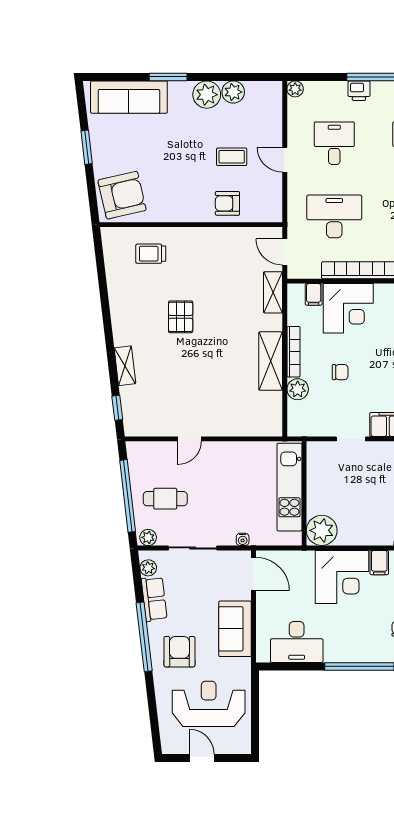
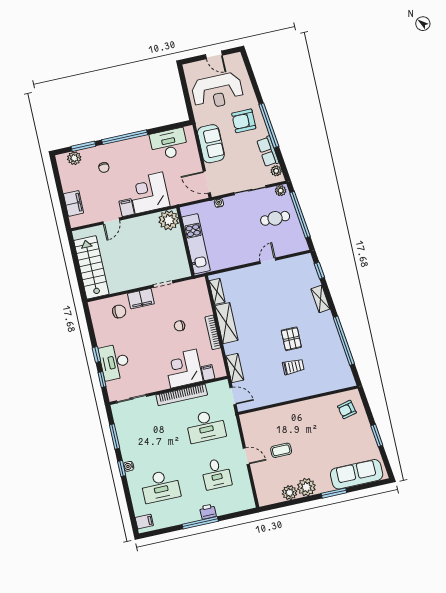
plant: (295, 89) -> (250, 504), removed
armchair: (122, 195) -> (347, 409), width x0.53, depth x0.53
armchair: (227, 203) -> (277, 419), removed
trolley: (151, 254) -> (293, 367), moved
window: (104, 297) -> (344, 341), added
plant: (298, 389) -> (205, 309), removed
shelving: (274, 410) -> (217, 291), added
armchair: (179, 652) -> (244, 121), turned 90

